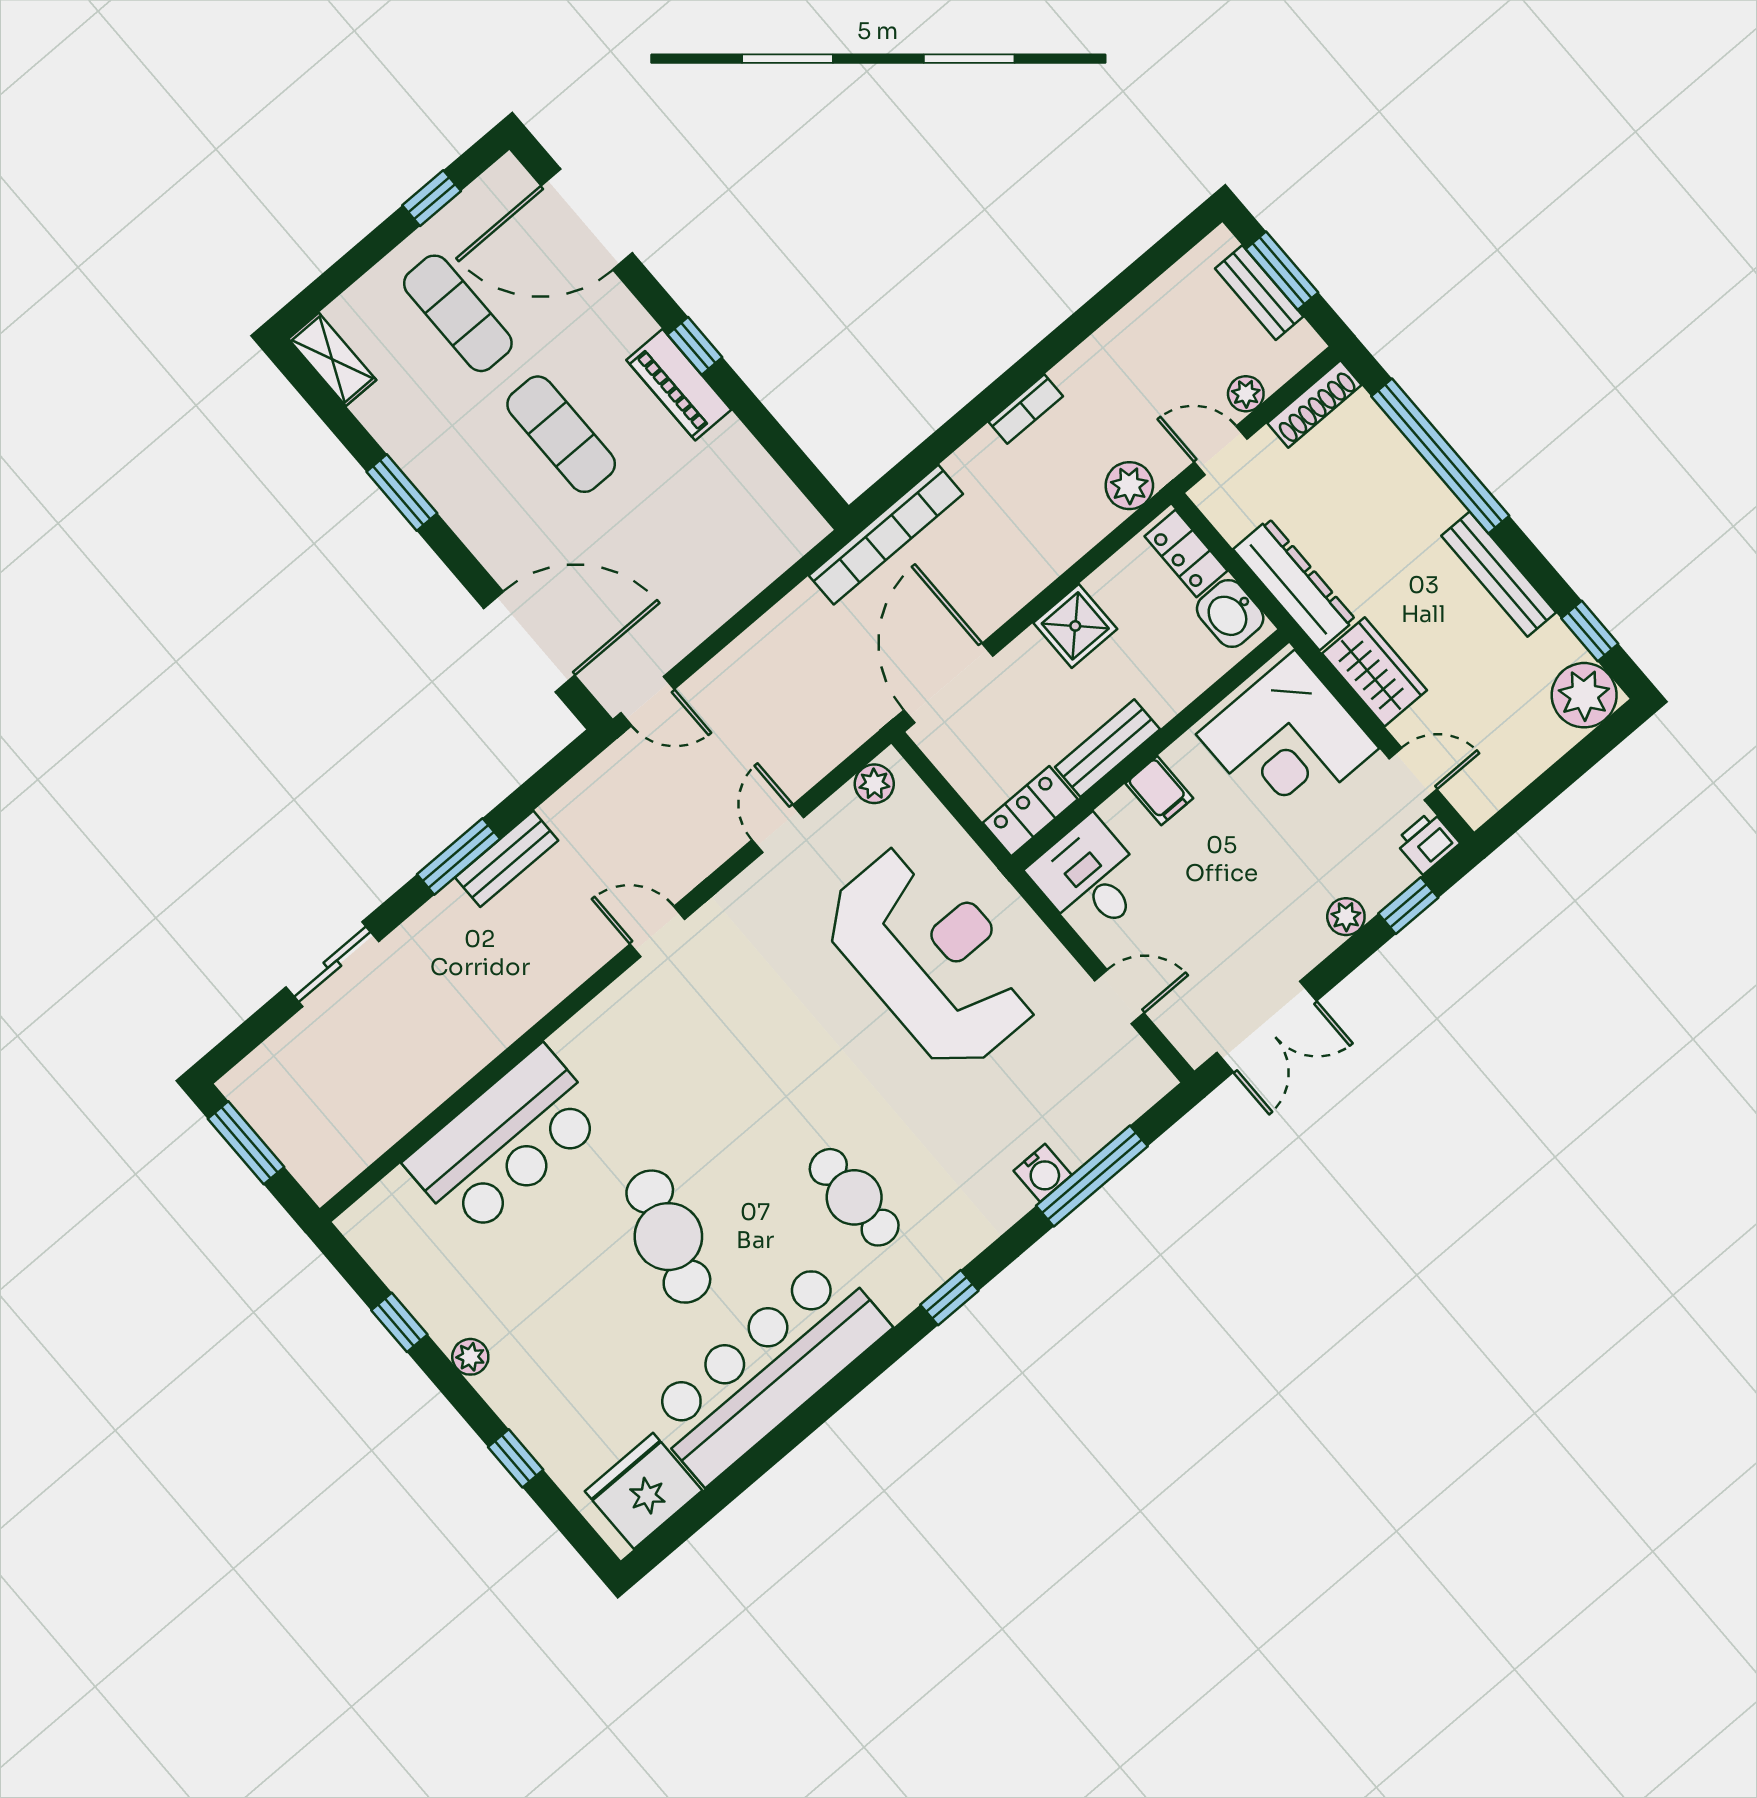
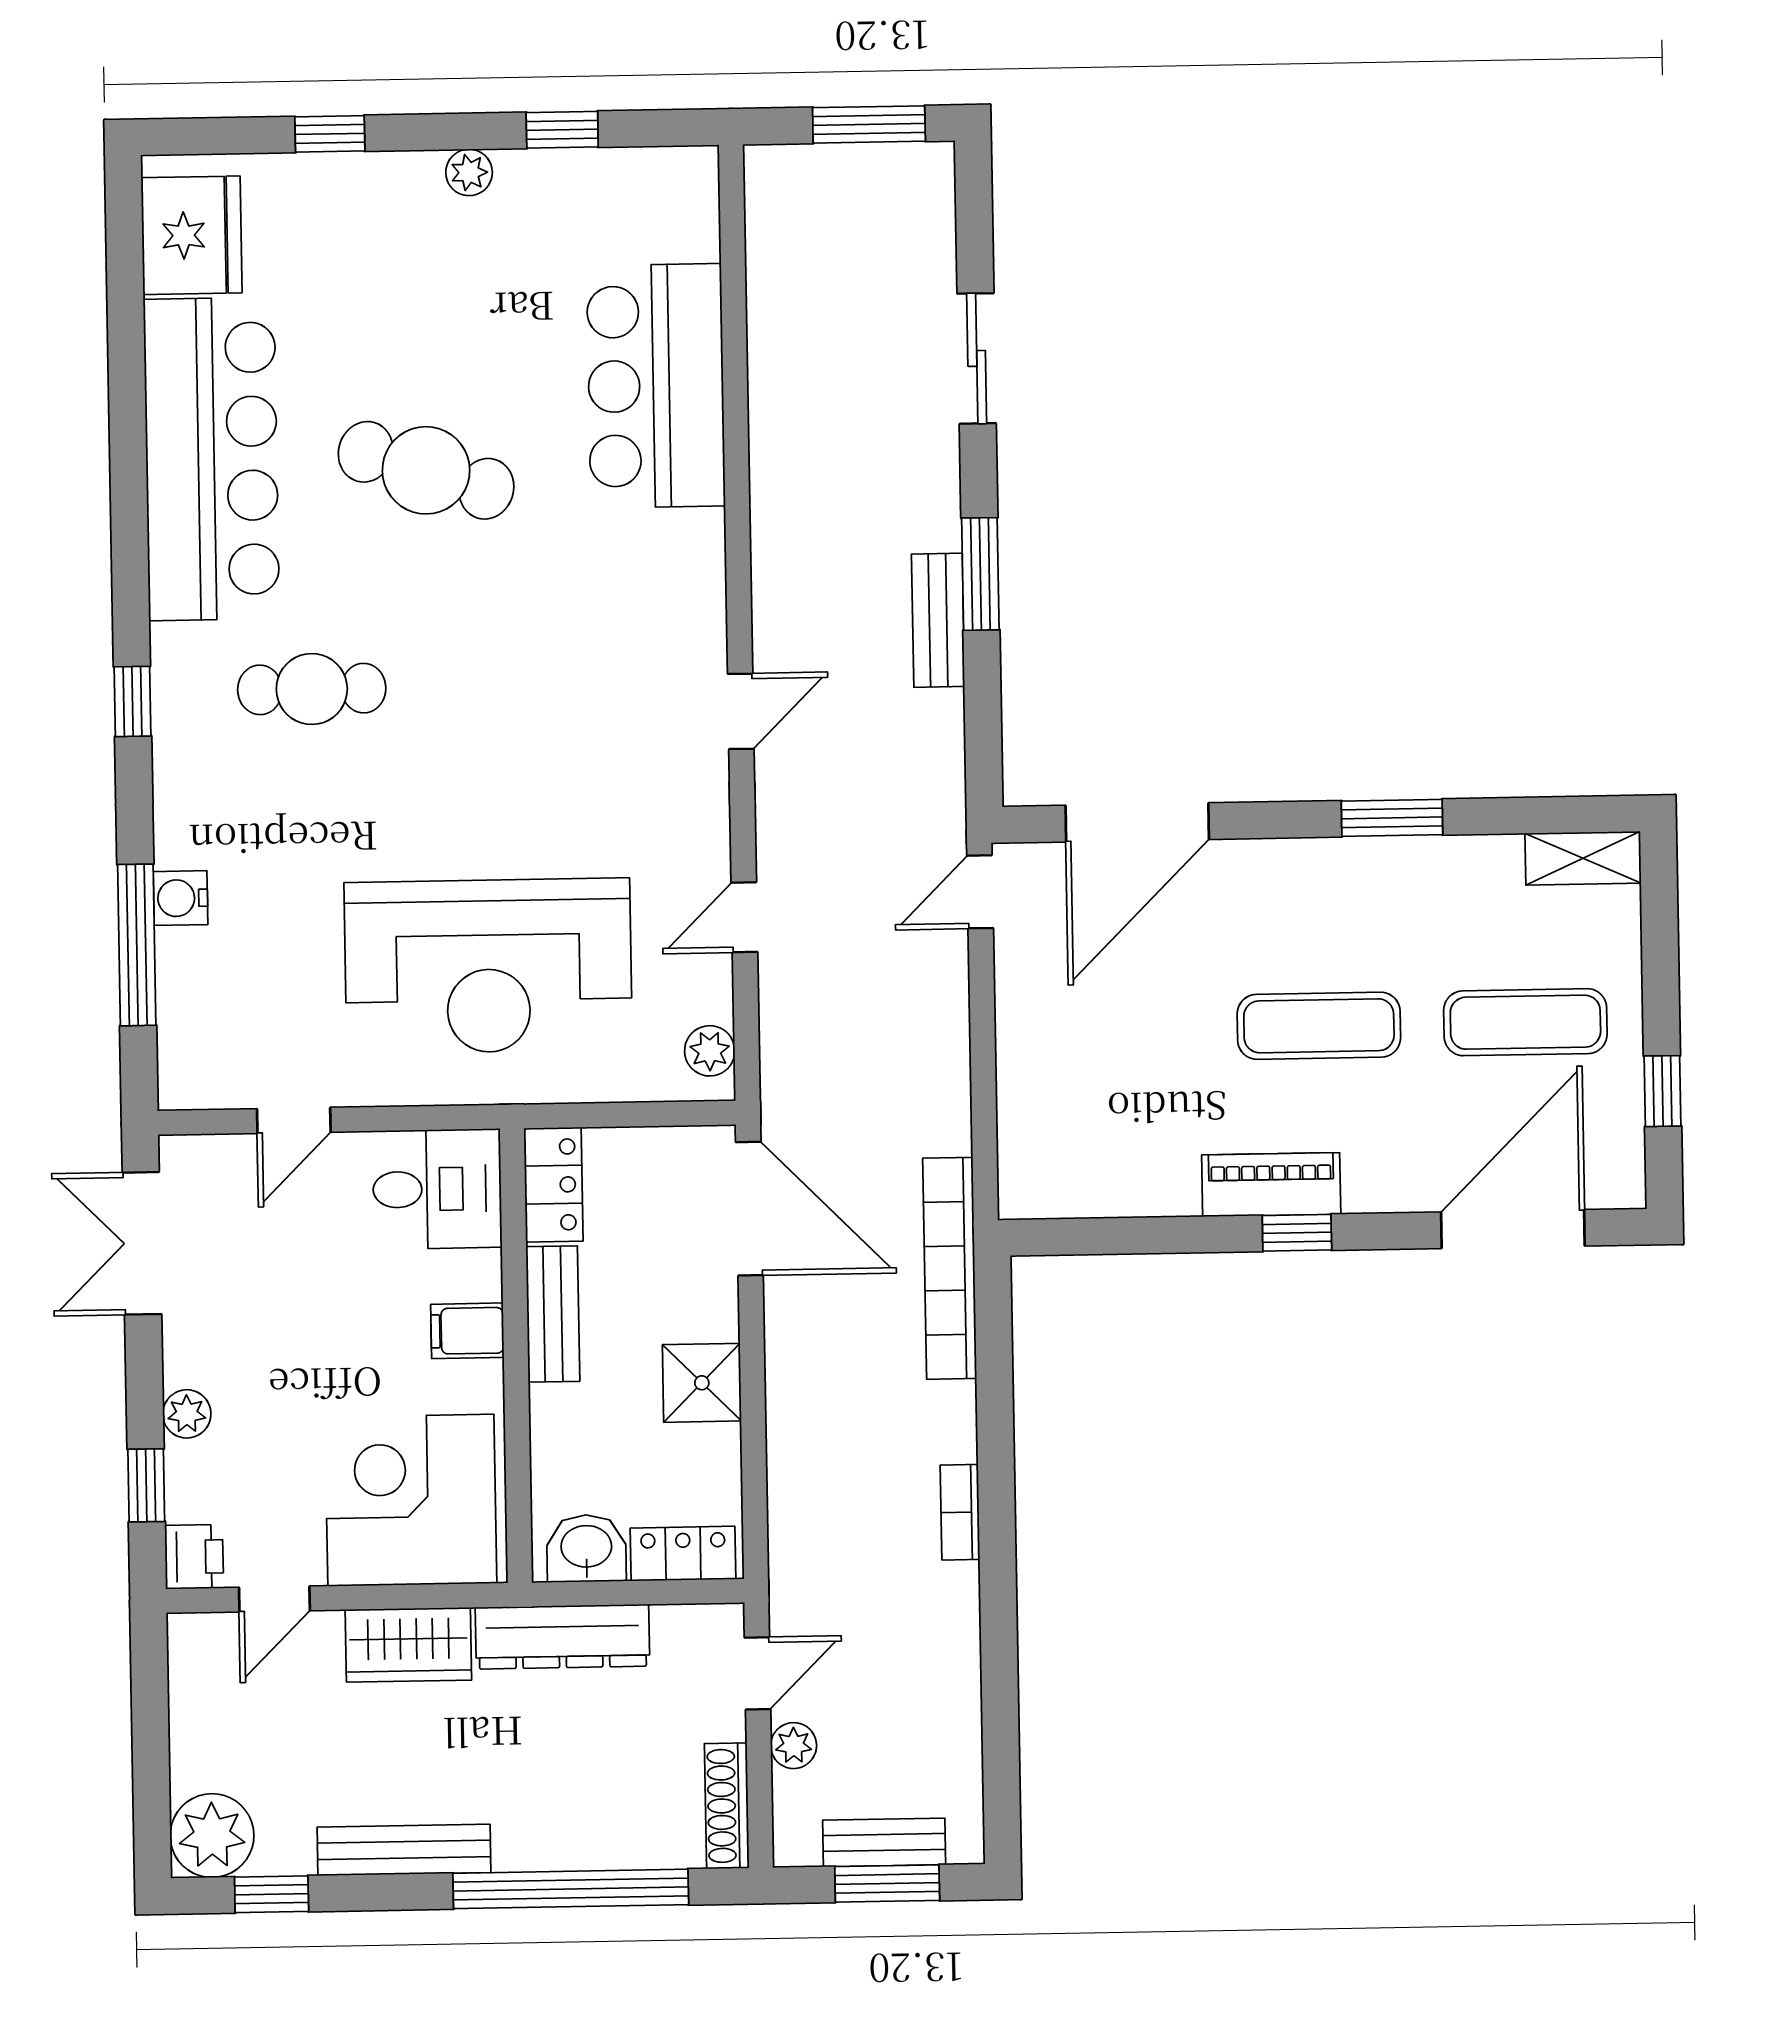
plant: (1129, 486) -> (798, 1553), removed
door: (778, 829) -> (744, 917), swing flipped

